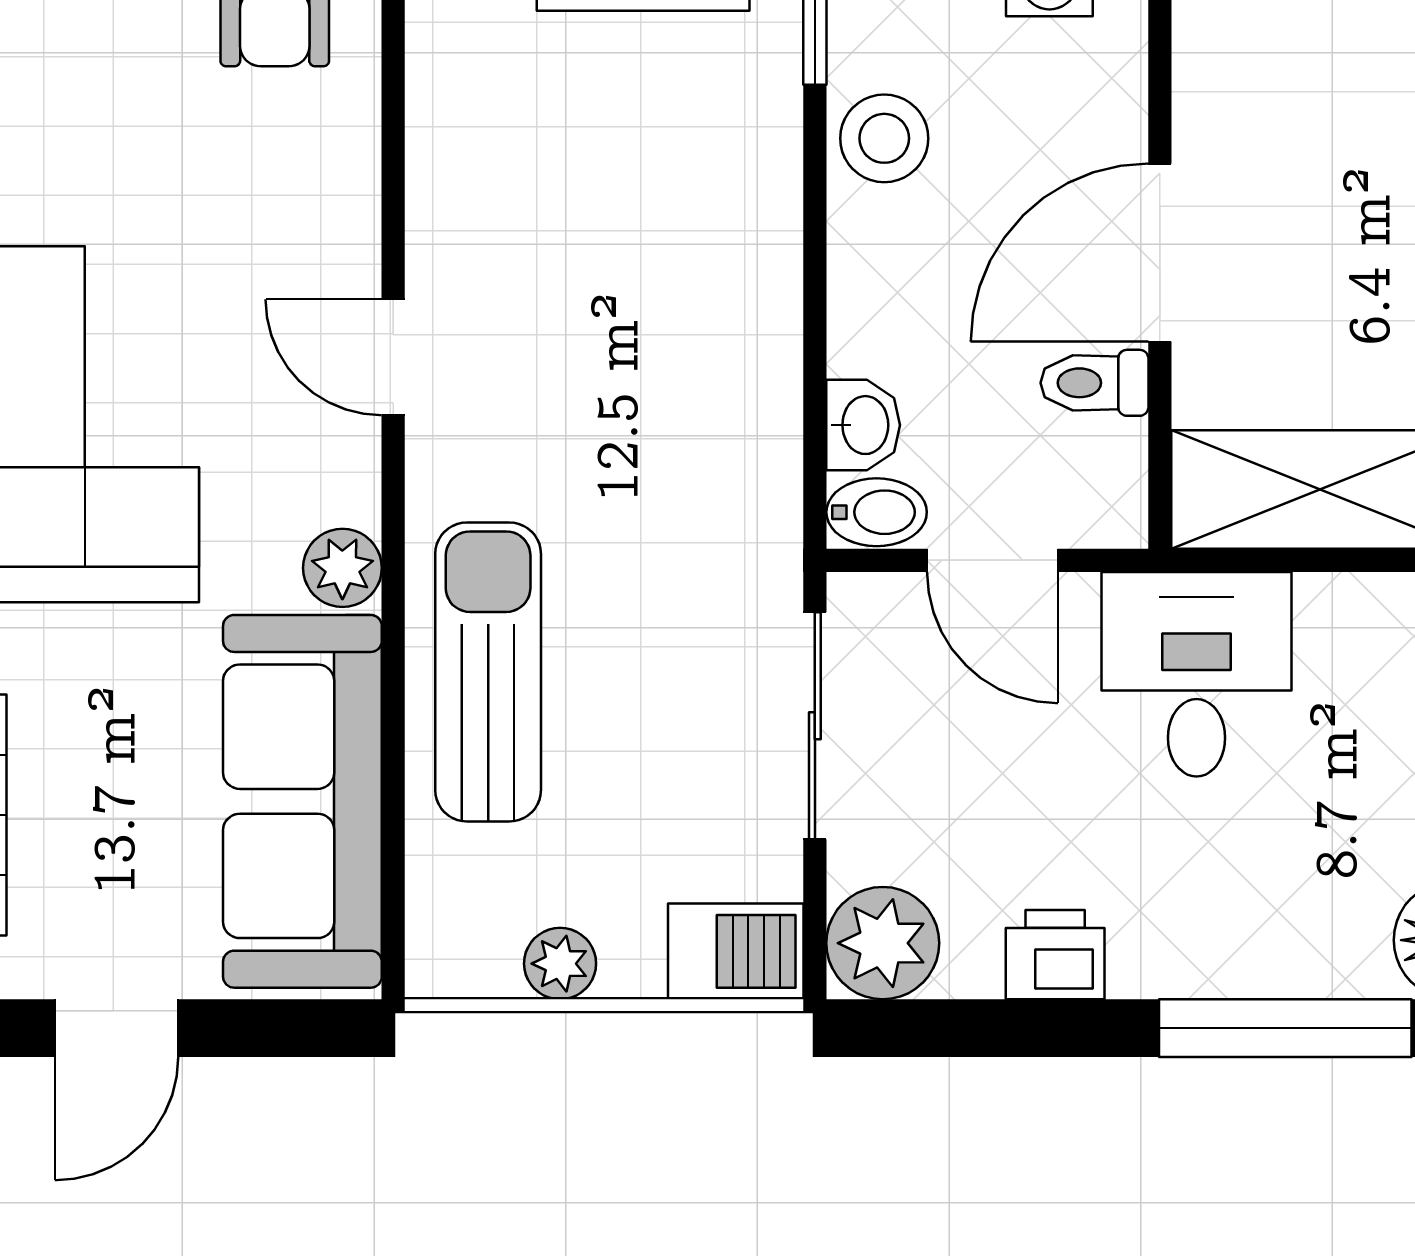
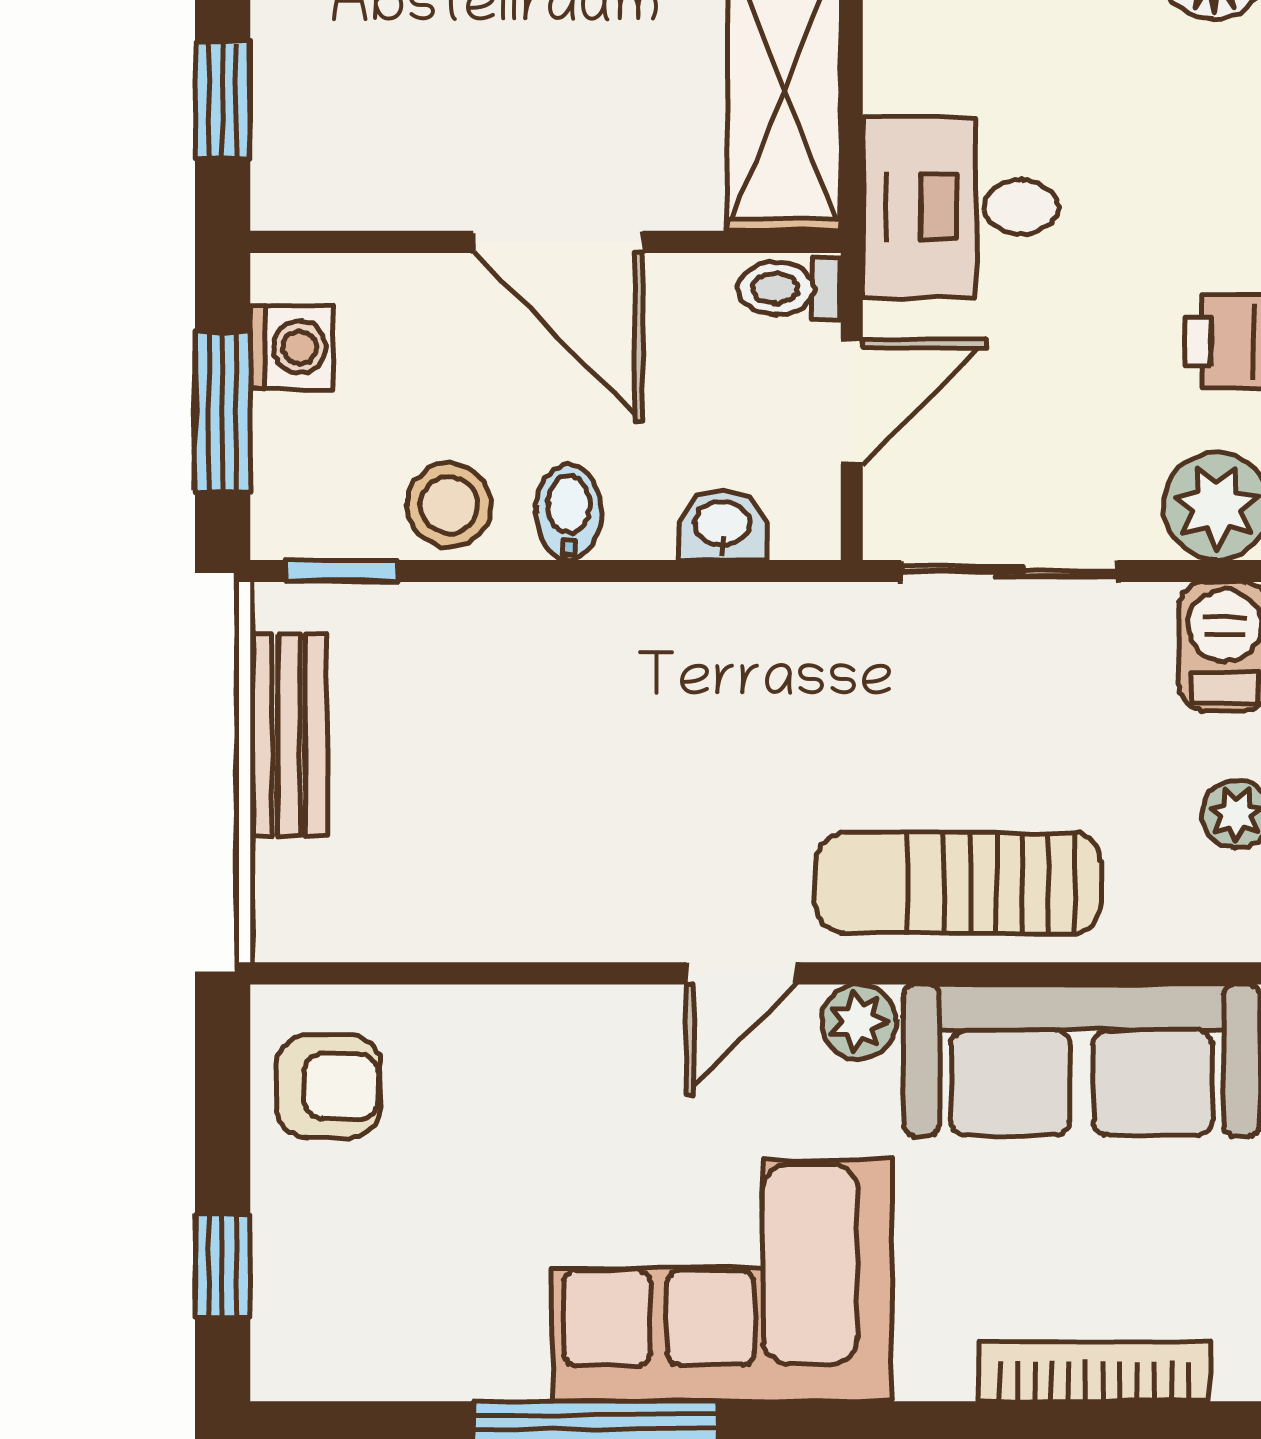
door: (393, 357) -> (741, 973), moved
toilet: (1095, 383) -> (789, 288), moved, turned 90
bidet: (877, 512) -> (569, 512), moved

